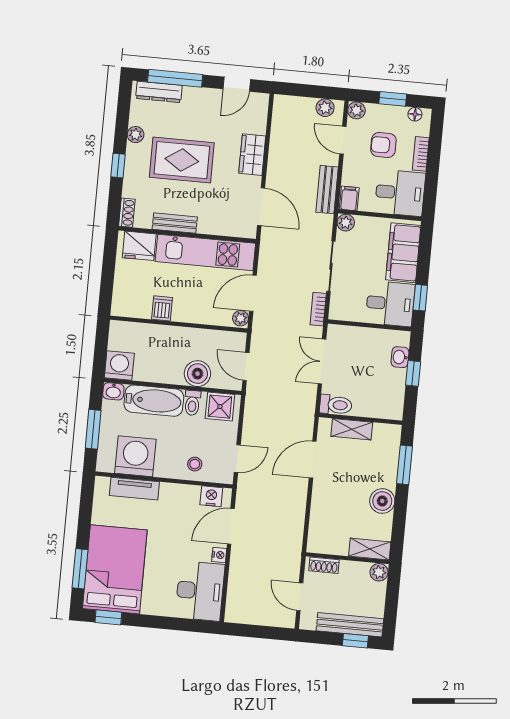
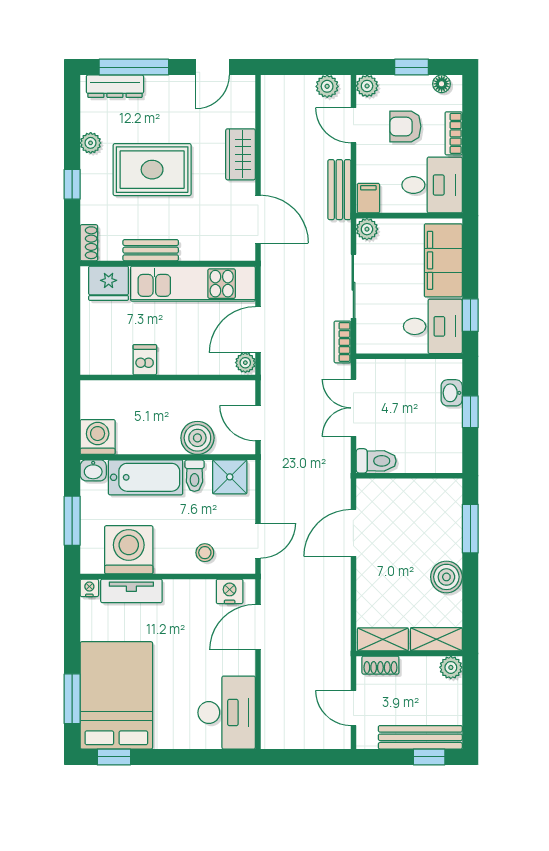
shelving: (352, 429) -> (383, 639), moved
nightstand: (219, 555) -> (89, 588), moved, turned -90

